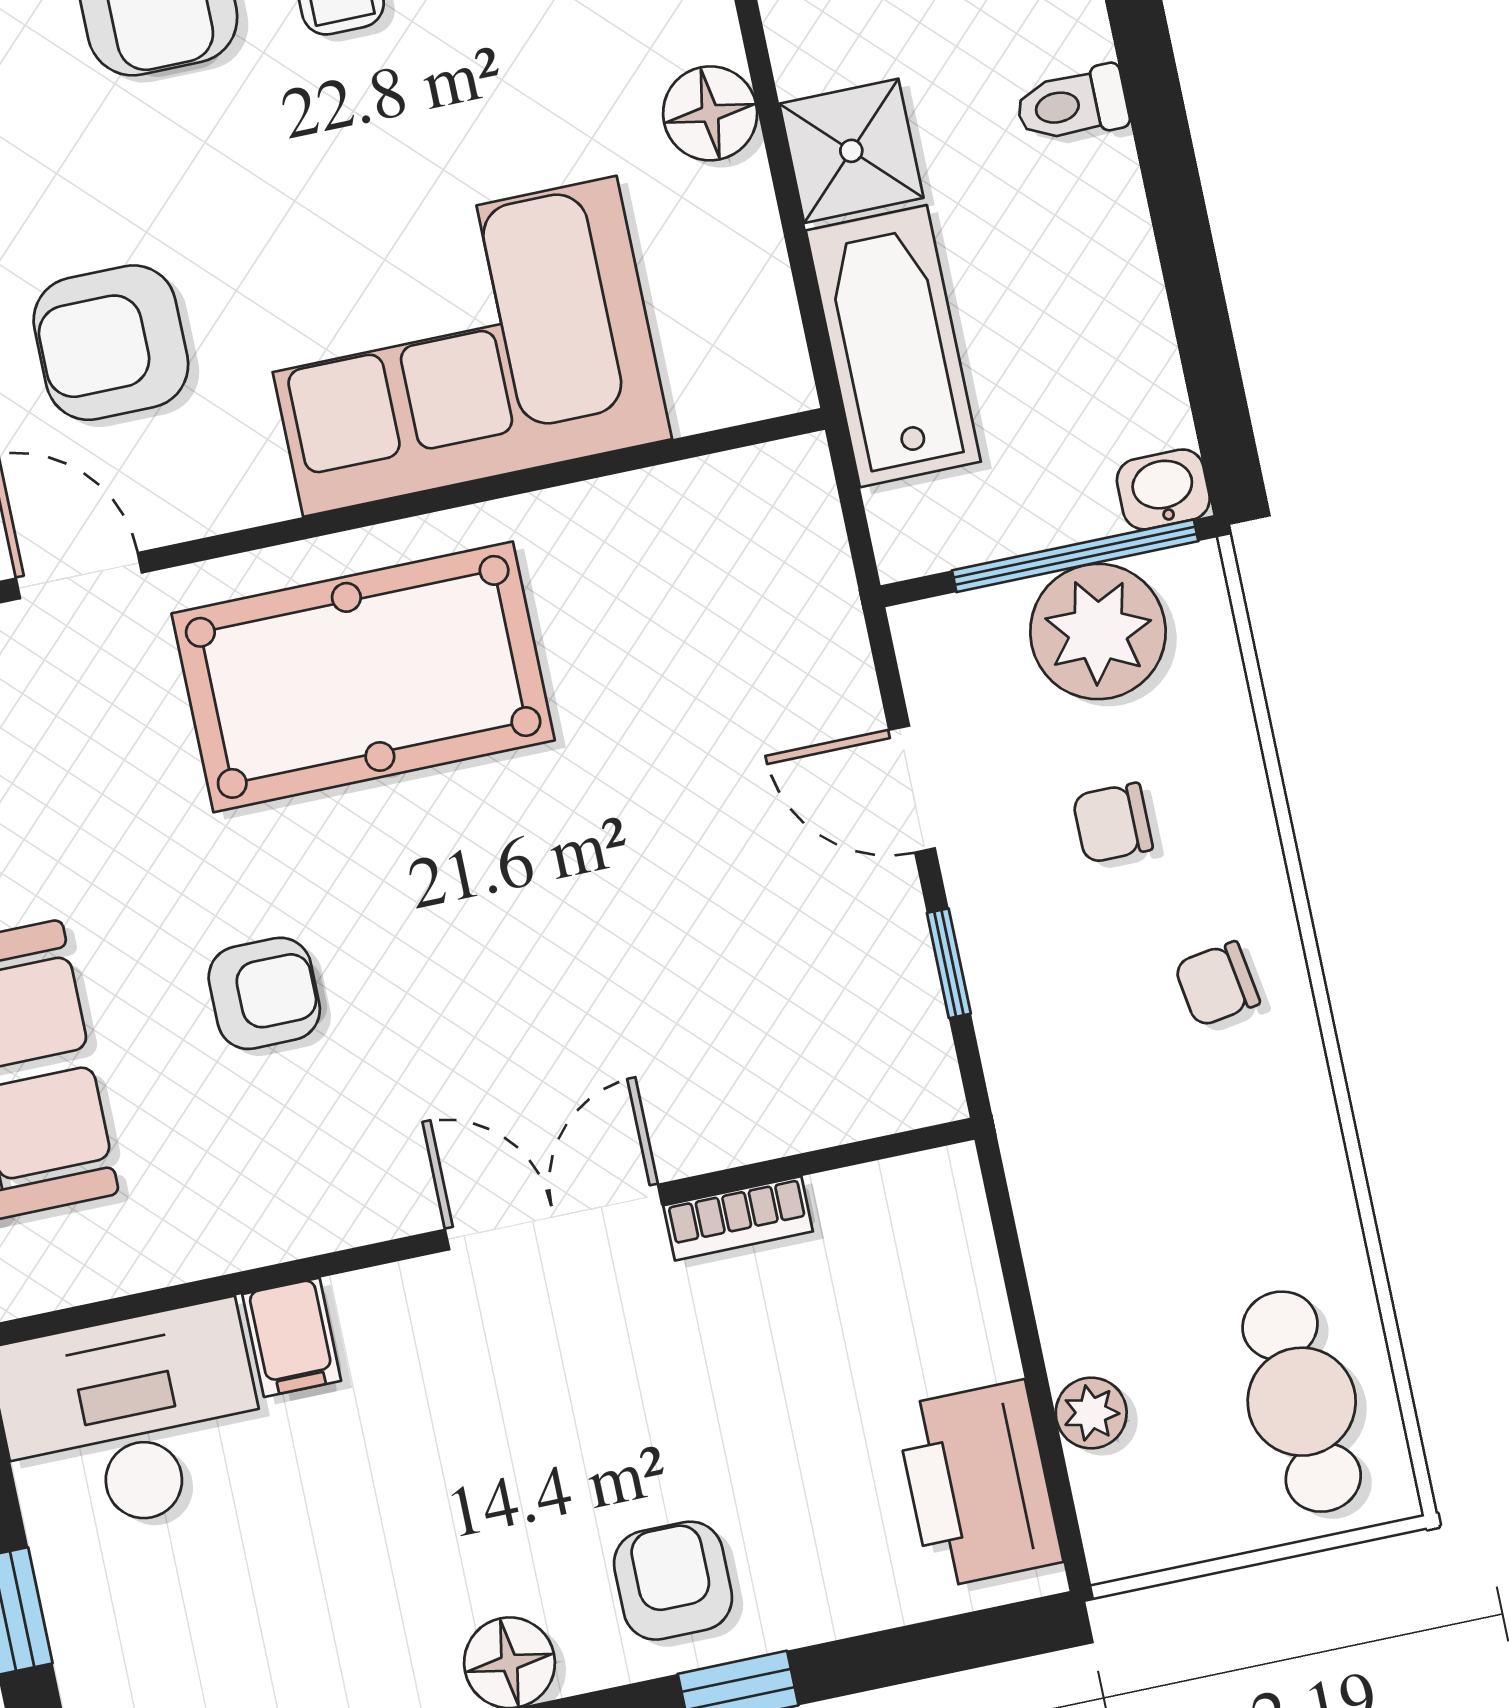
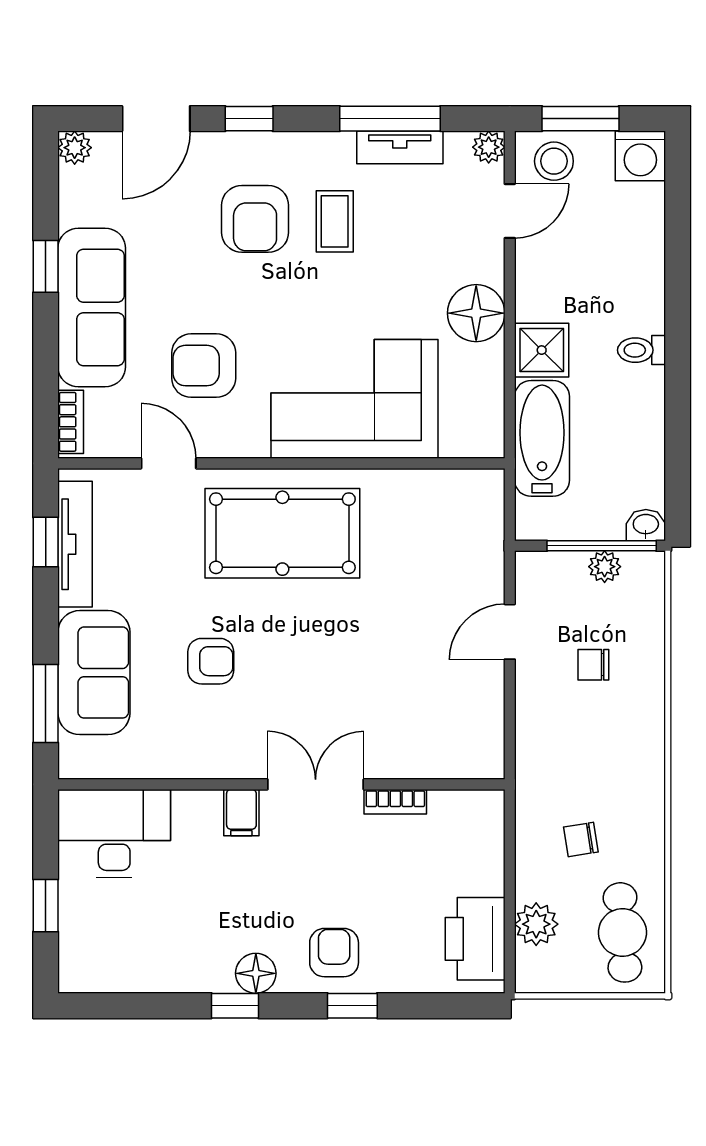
floor lamp: (710, 113) -> (476, 313), width x1.38, depth x1.38
plant: (1098, 632) -> (605, 567), width x0.53, depth x0.53
door: (912, 789) -> (510, 632), hinge flipped
window: (949, 963) -> (510, 711), removed
chair: (1217, 984) -> (581, 839), moved
filing cabinet: (292, 1337) -> (241, 813), moved
plant: (1091, 1413) -> (536, 924), width x1.38, depth x1.38

